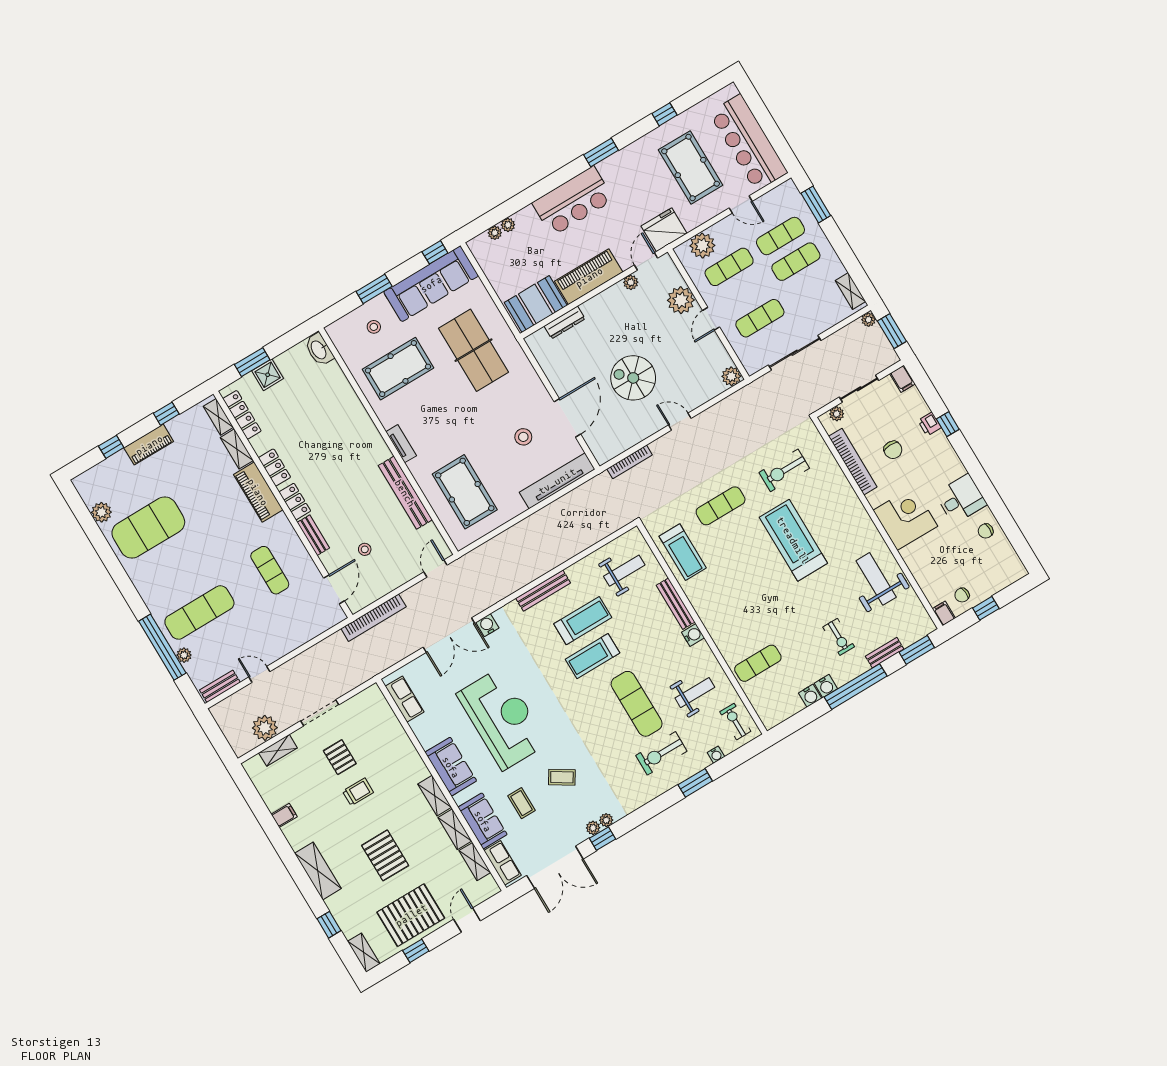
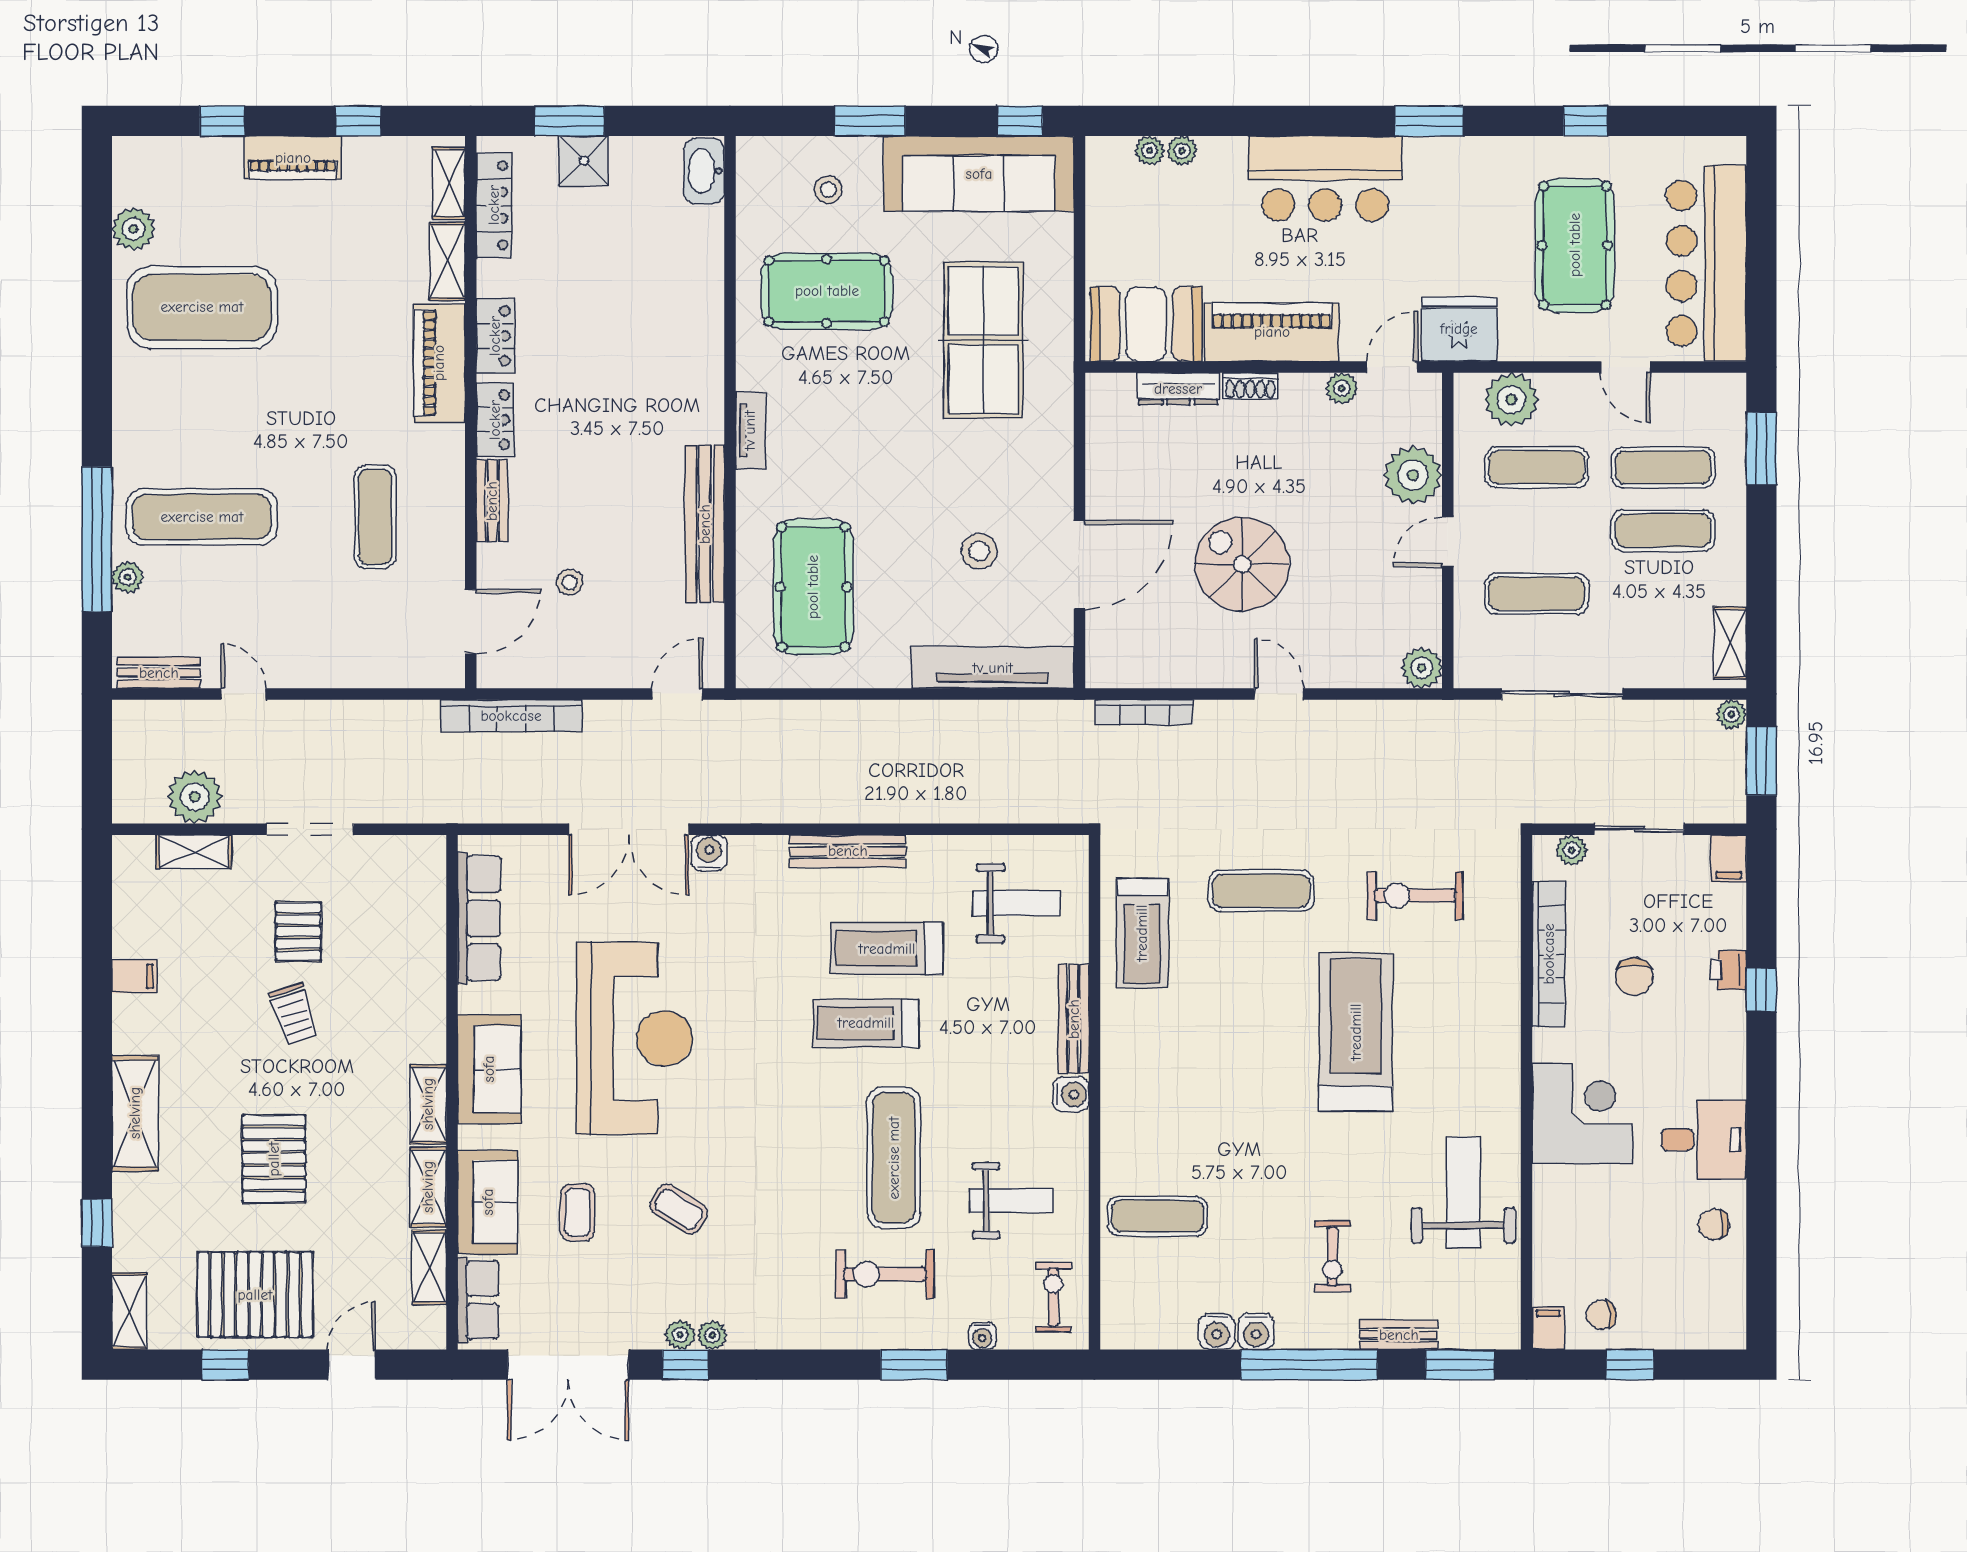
shoe rack: (593, 304) -> (1250, 386), added
treadmill: (583, 621) -> (887, 949), turned 180
row of seats: (405, 699) -> (479, 918), width x1.48
trolley: (358, 792) -> (294, 1014), turned 72

